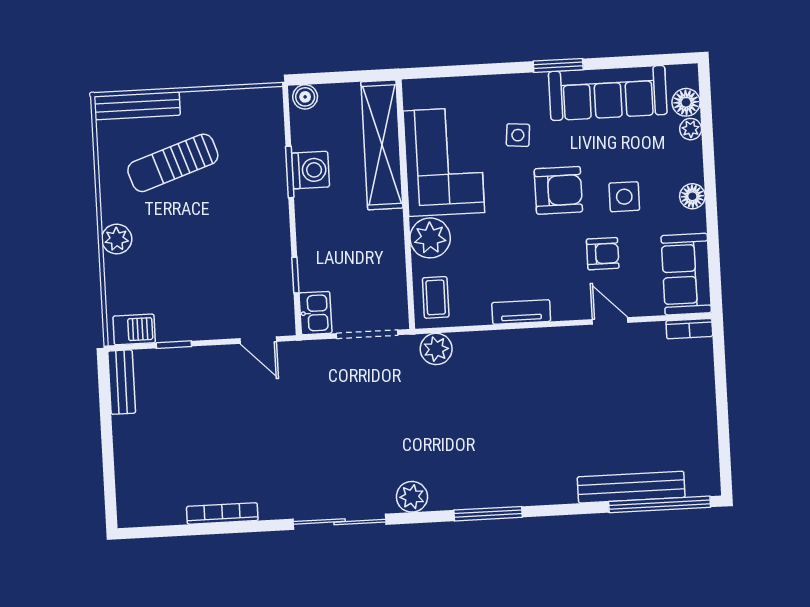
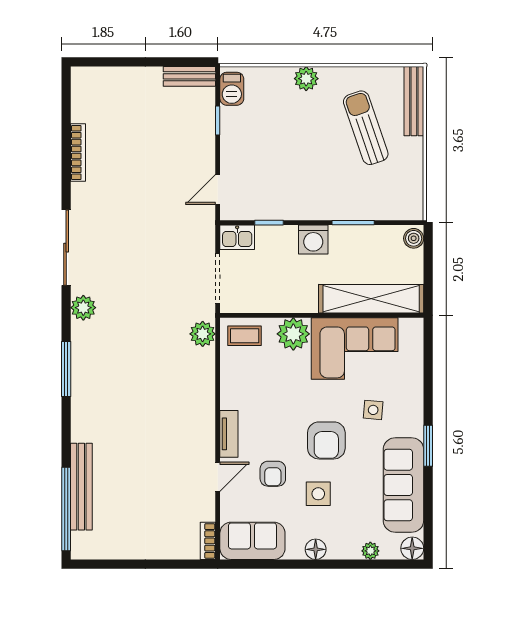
floor lamp: (686, 102) -> (412, 548), moved
washing machine: (310, 170) -> (313, 239), moved
tv unit: (521, 312) -> (229, 434), moved

